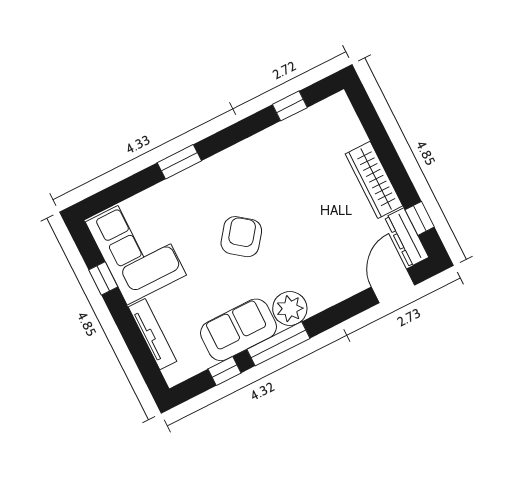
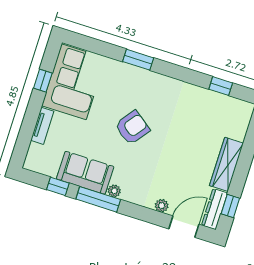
plant: (349, 287) -> (162, 206), added
plant: (290, 308) -> (114, 191), width x0.53, depth x0.53
tv unit: (153, 334) -> (42, 126), width x0.71

